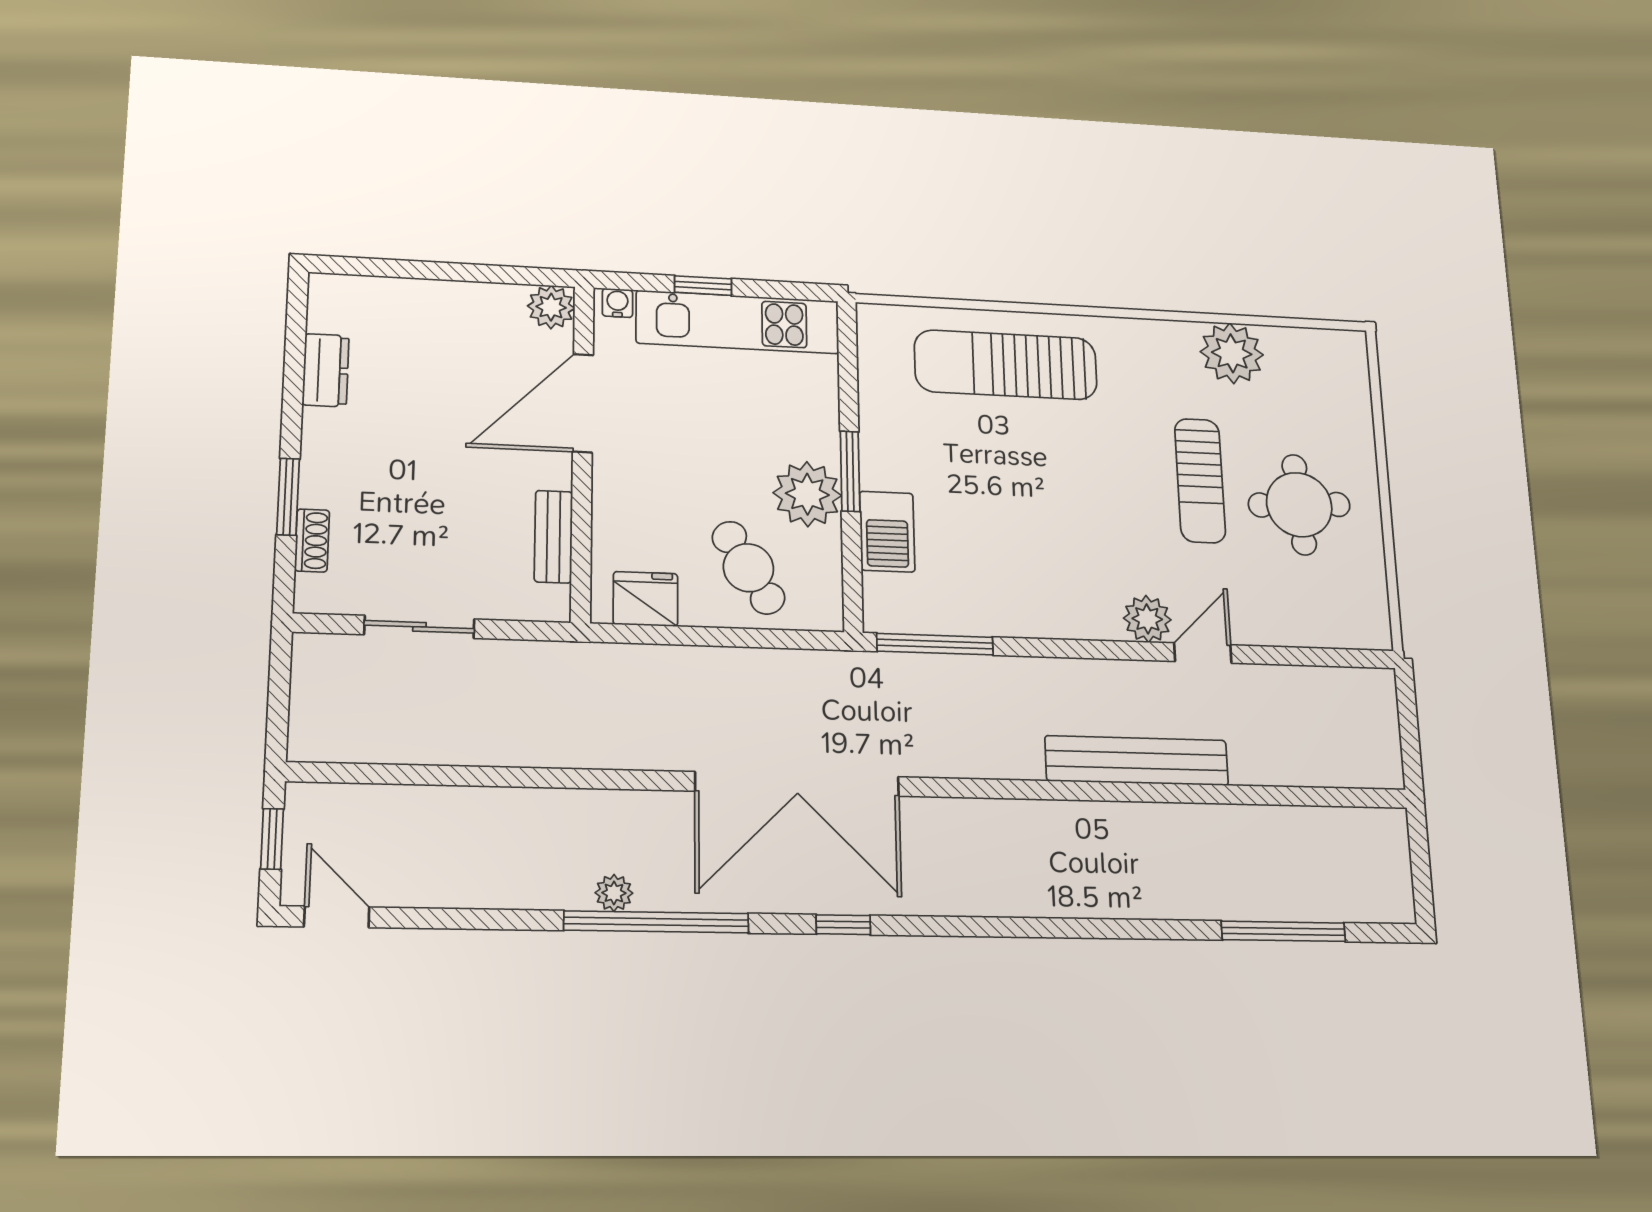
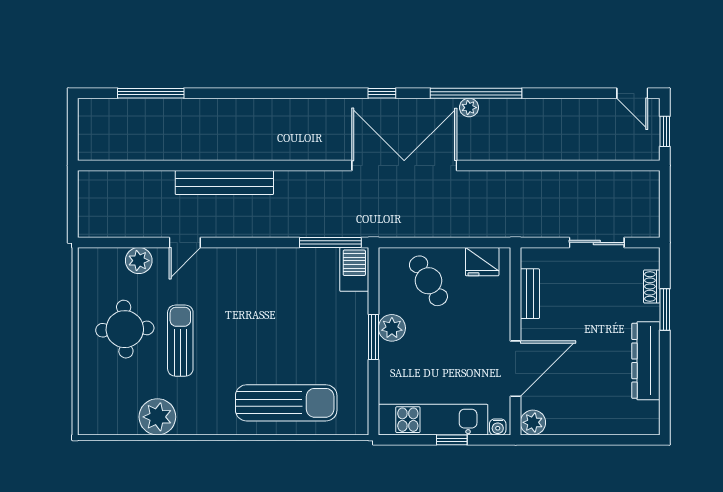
dresser: (326, 370) -> (646, 361), width x1.96, depth x1.24
plant: (807, 494) -> (392, 328), width x0.73, depth x0.73
barbecue: (887, 532) -> (354, 269), moved
plant: (1147, 619) -> (139, 261), moved
plant: (614, 893) -> (469, 108), moved

